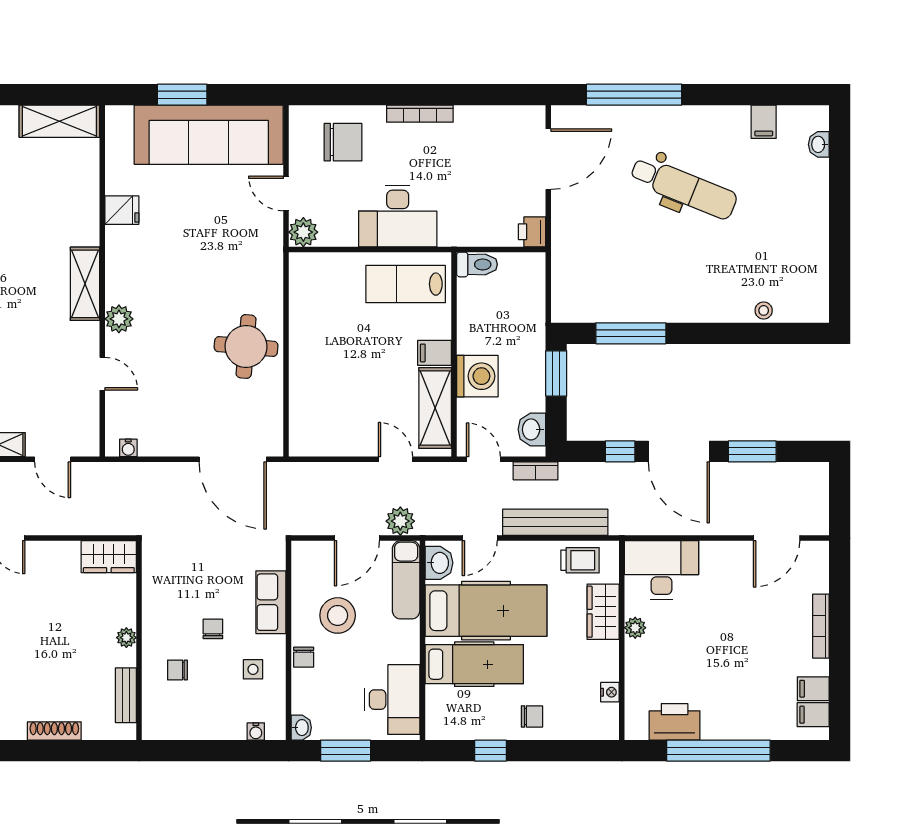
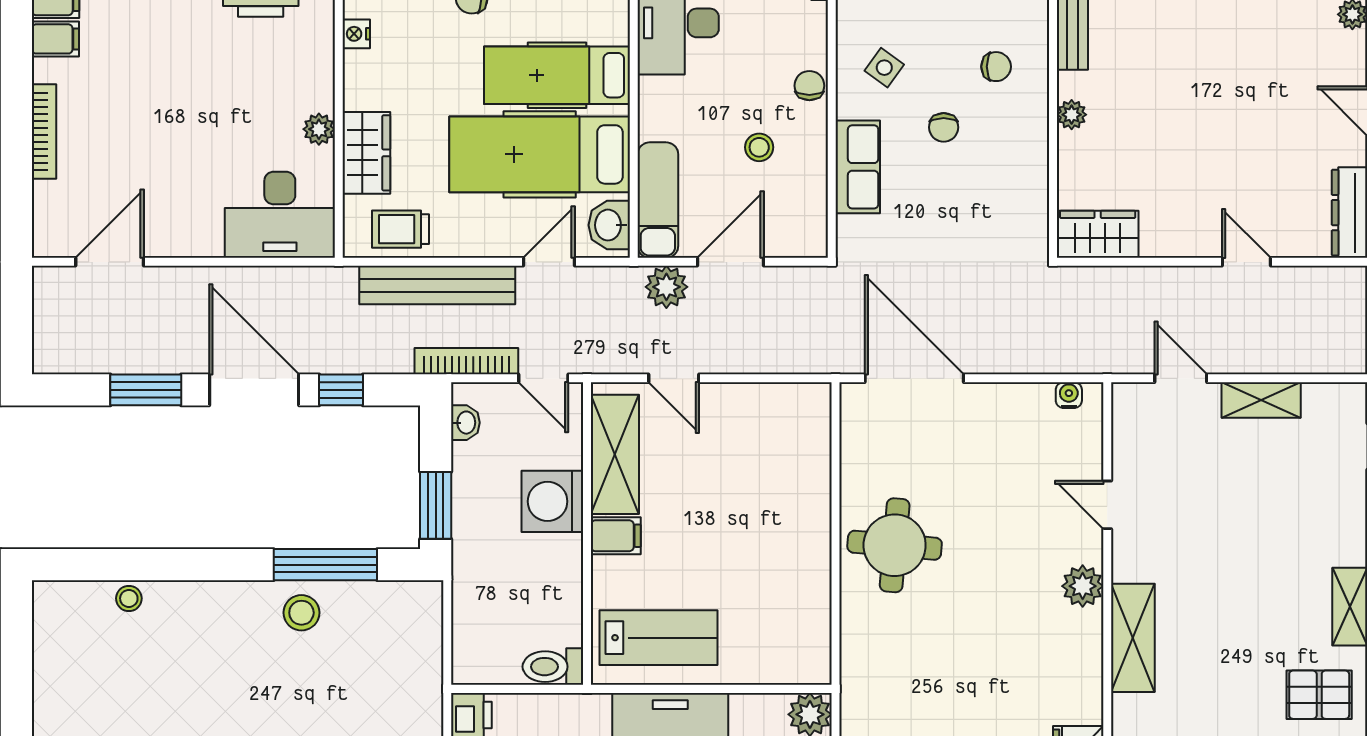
stool: (647, 301) -> (301, 613), added
washbasin: (532, 429) -> (465, 423), width x0.72, depth x0.69
bookcase: (536, 471) -> (466, 361), width x1.56
stool: (338, 615) -> (759, 147), width x0.53, depth x0.53
side table: (253, 669) -> (884, 68), turned 36

